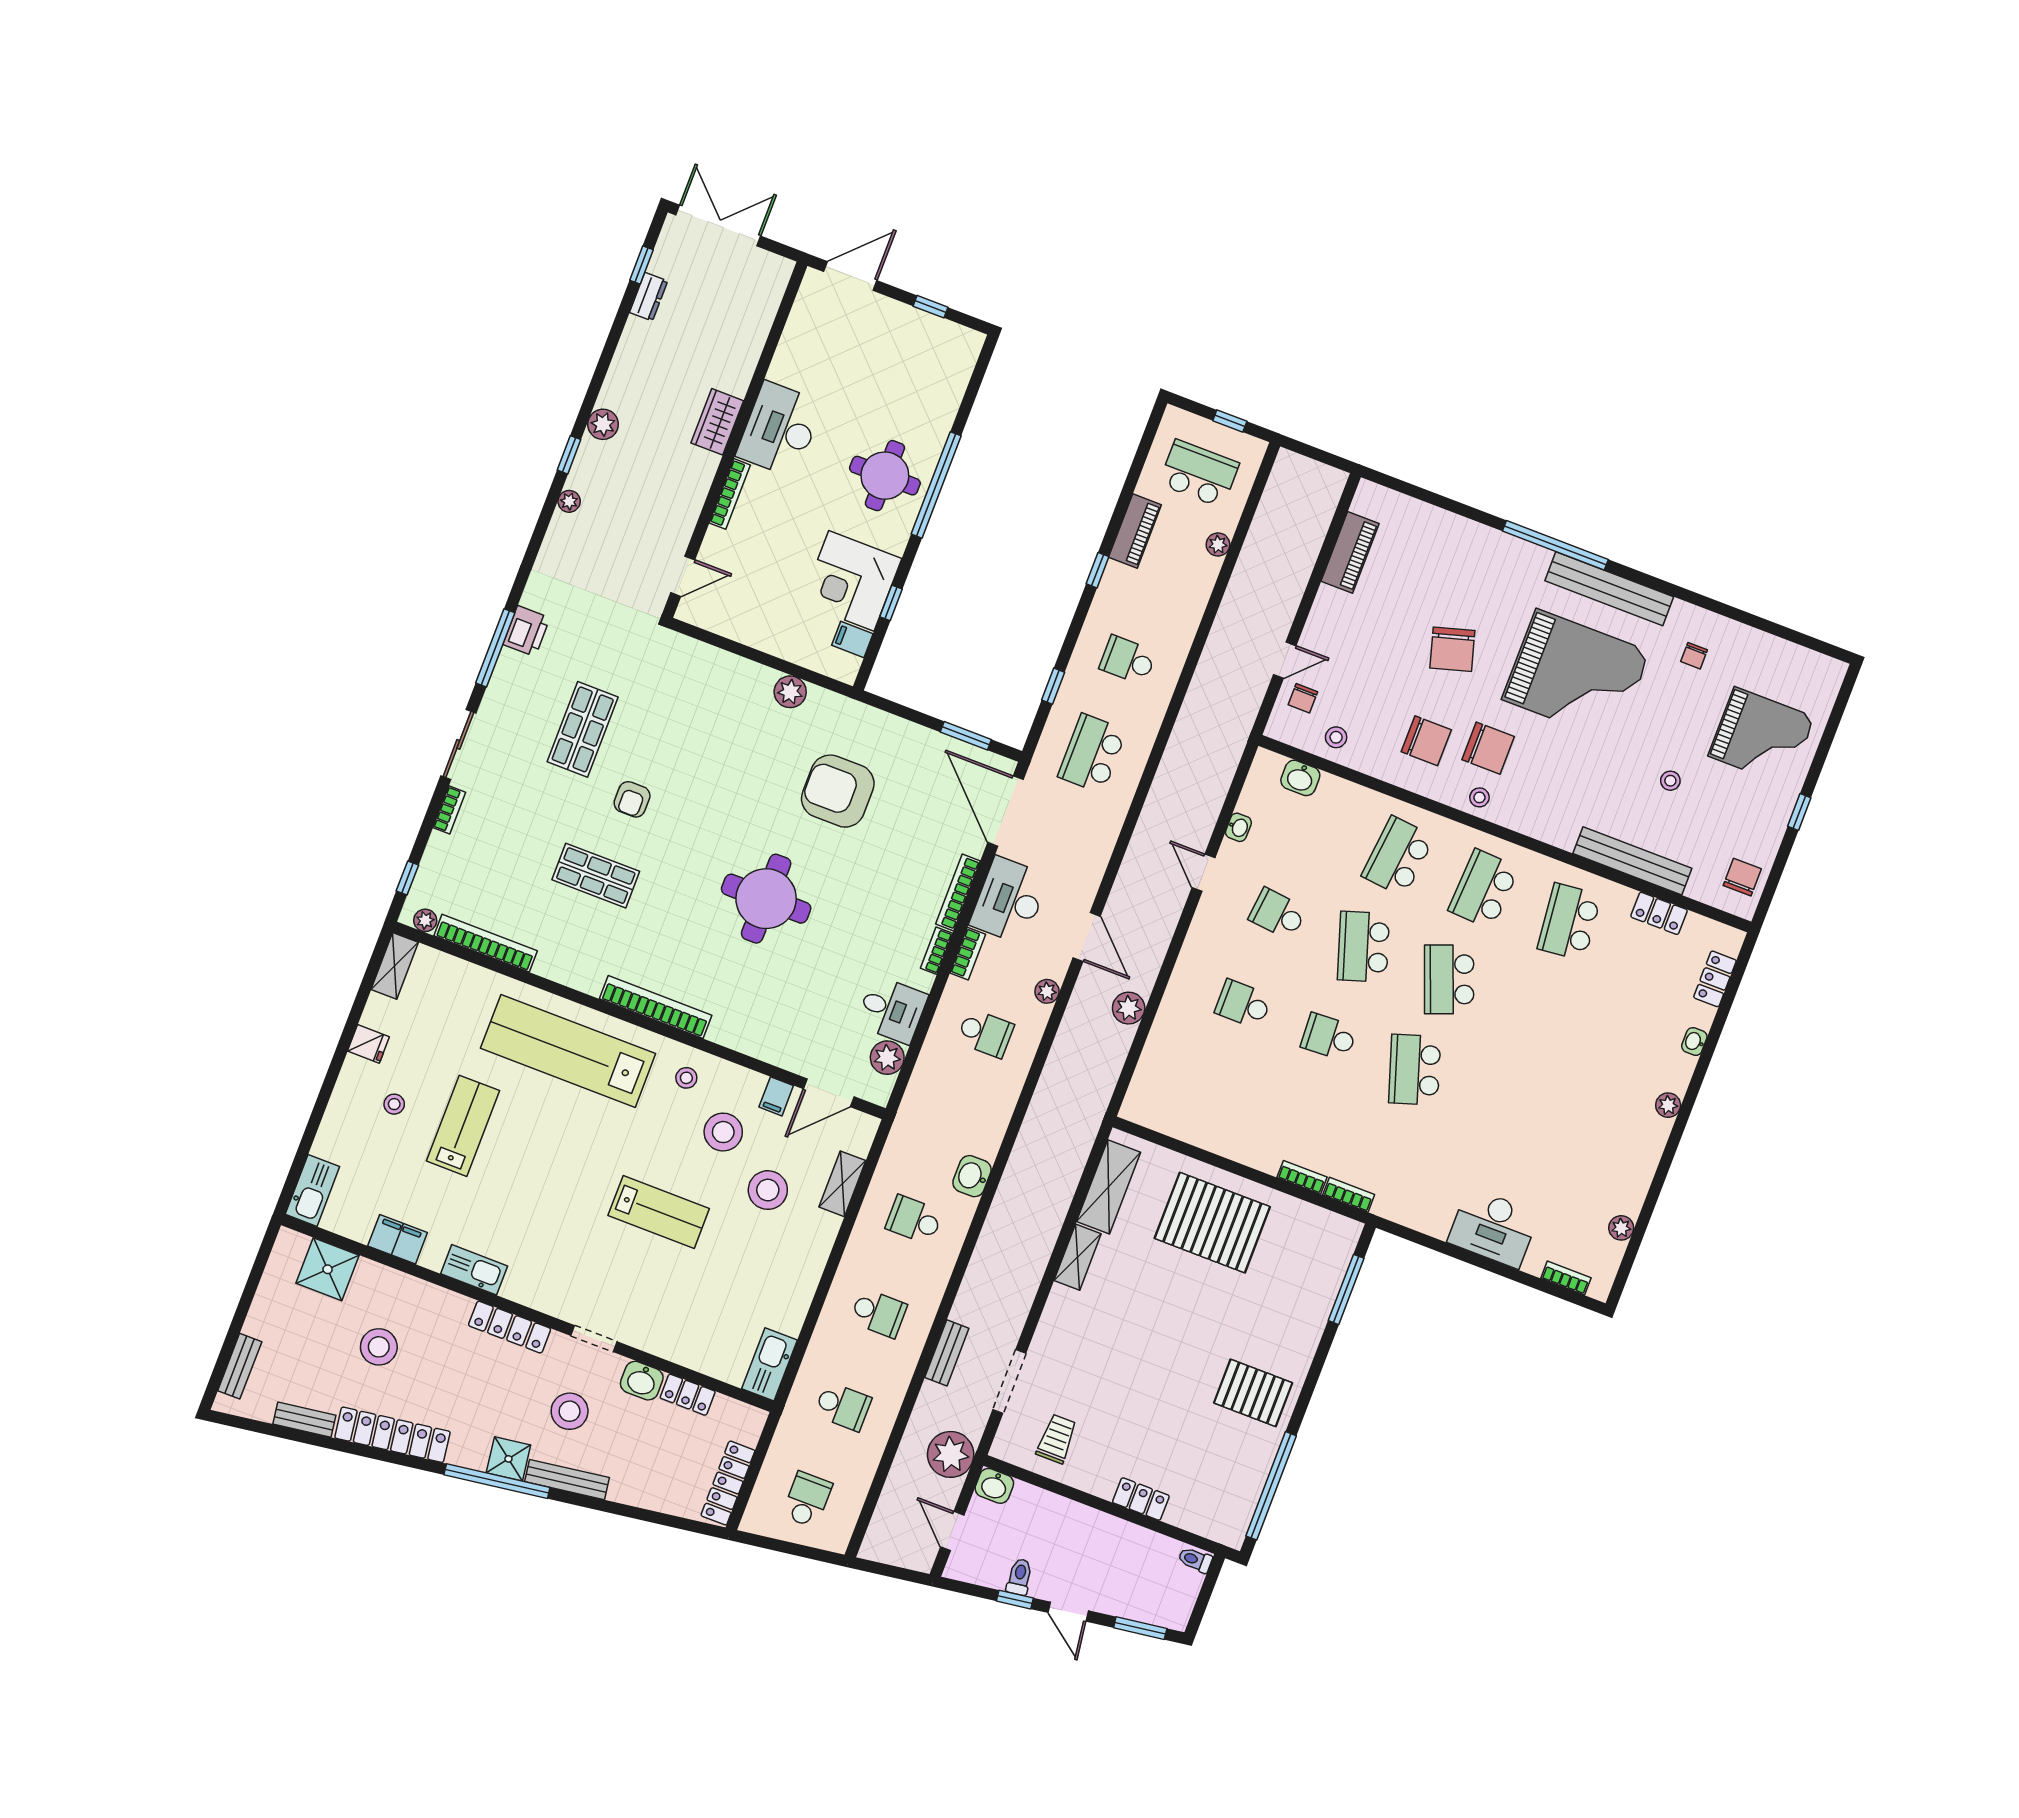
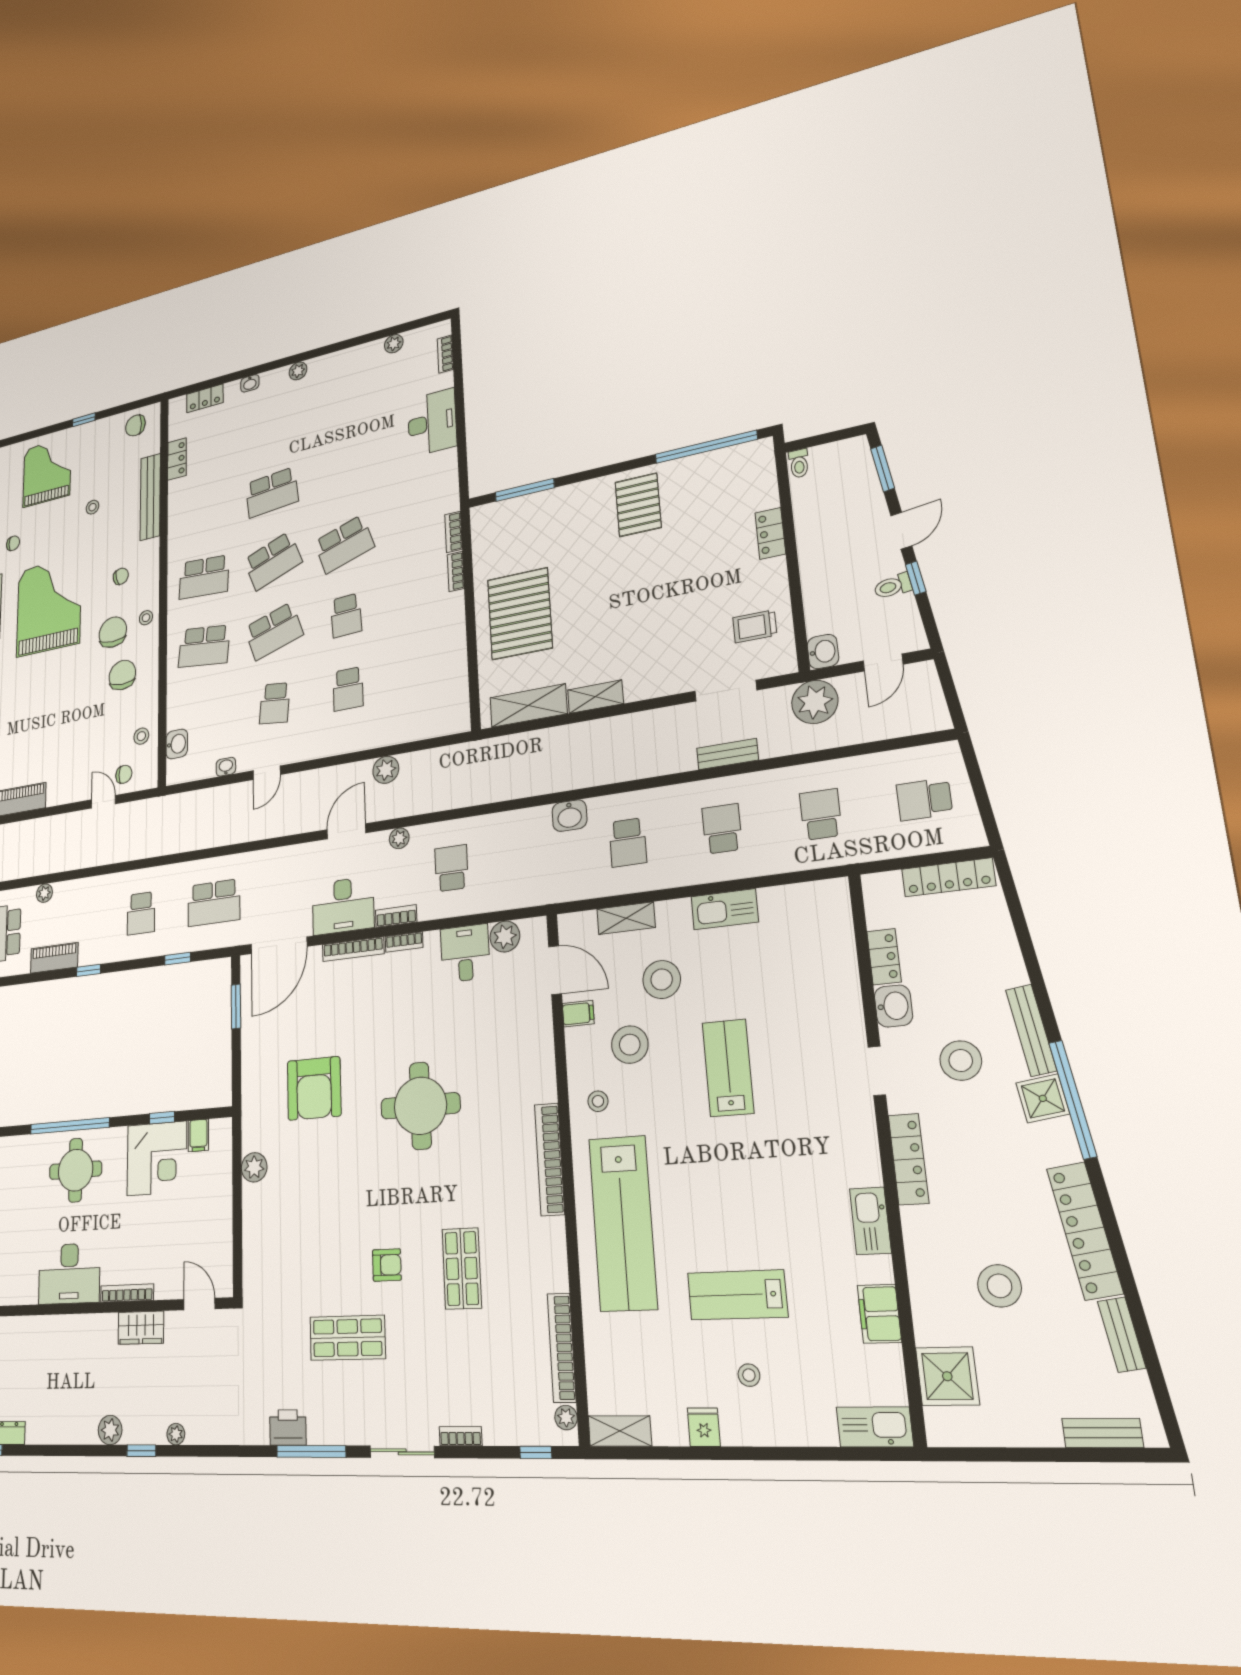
wardrobe: (717, 422) -> (141, 1328), moved
chair: (1452, 649) -> (121, 576), moved, width x0.54, depth x0.54
school desk: (1569, 922) -> (272, 492), moved
kitchen sink: (770, 1364) -> (725, 909), moved

